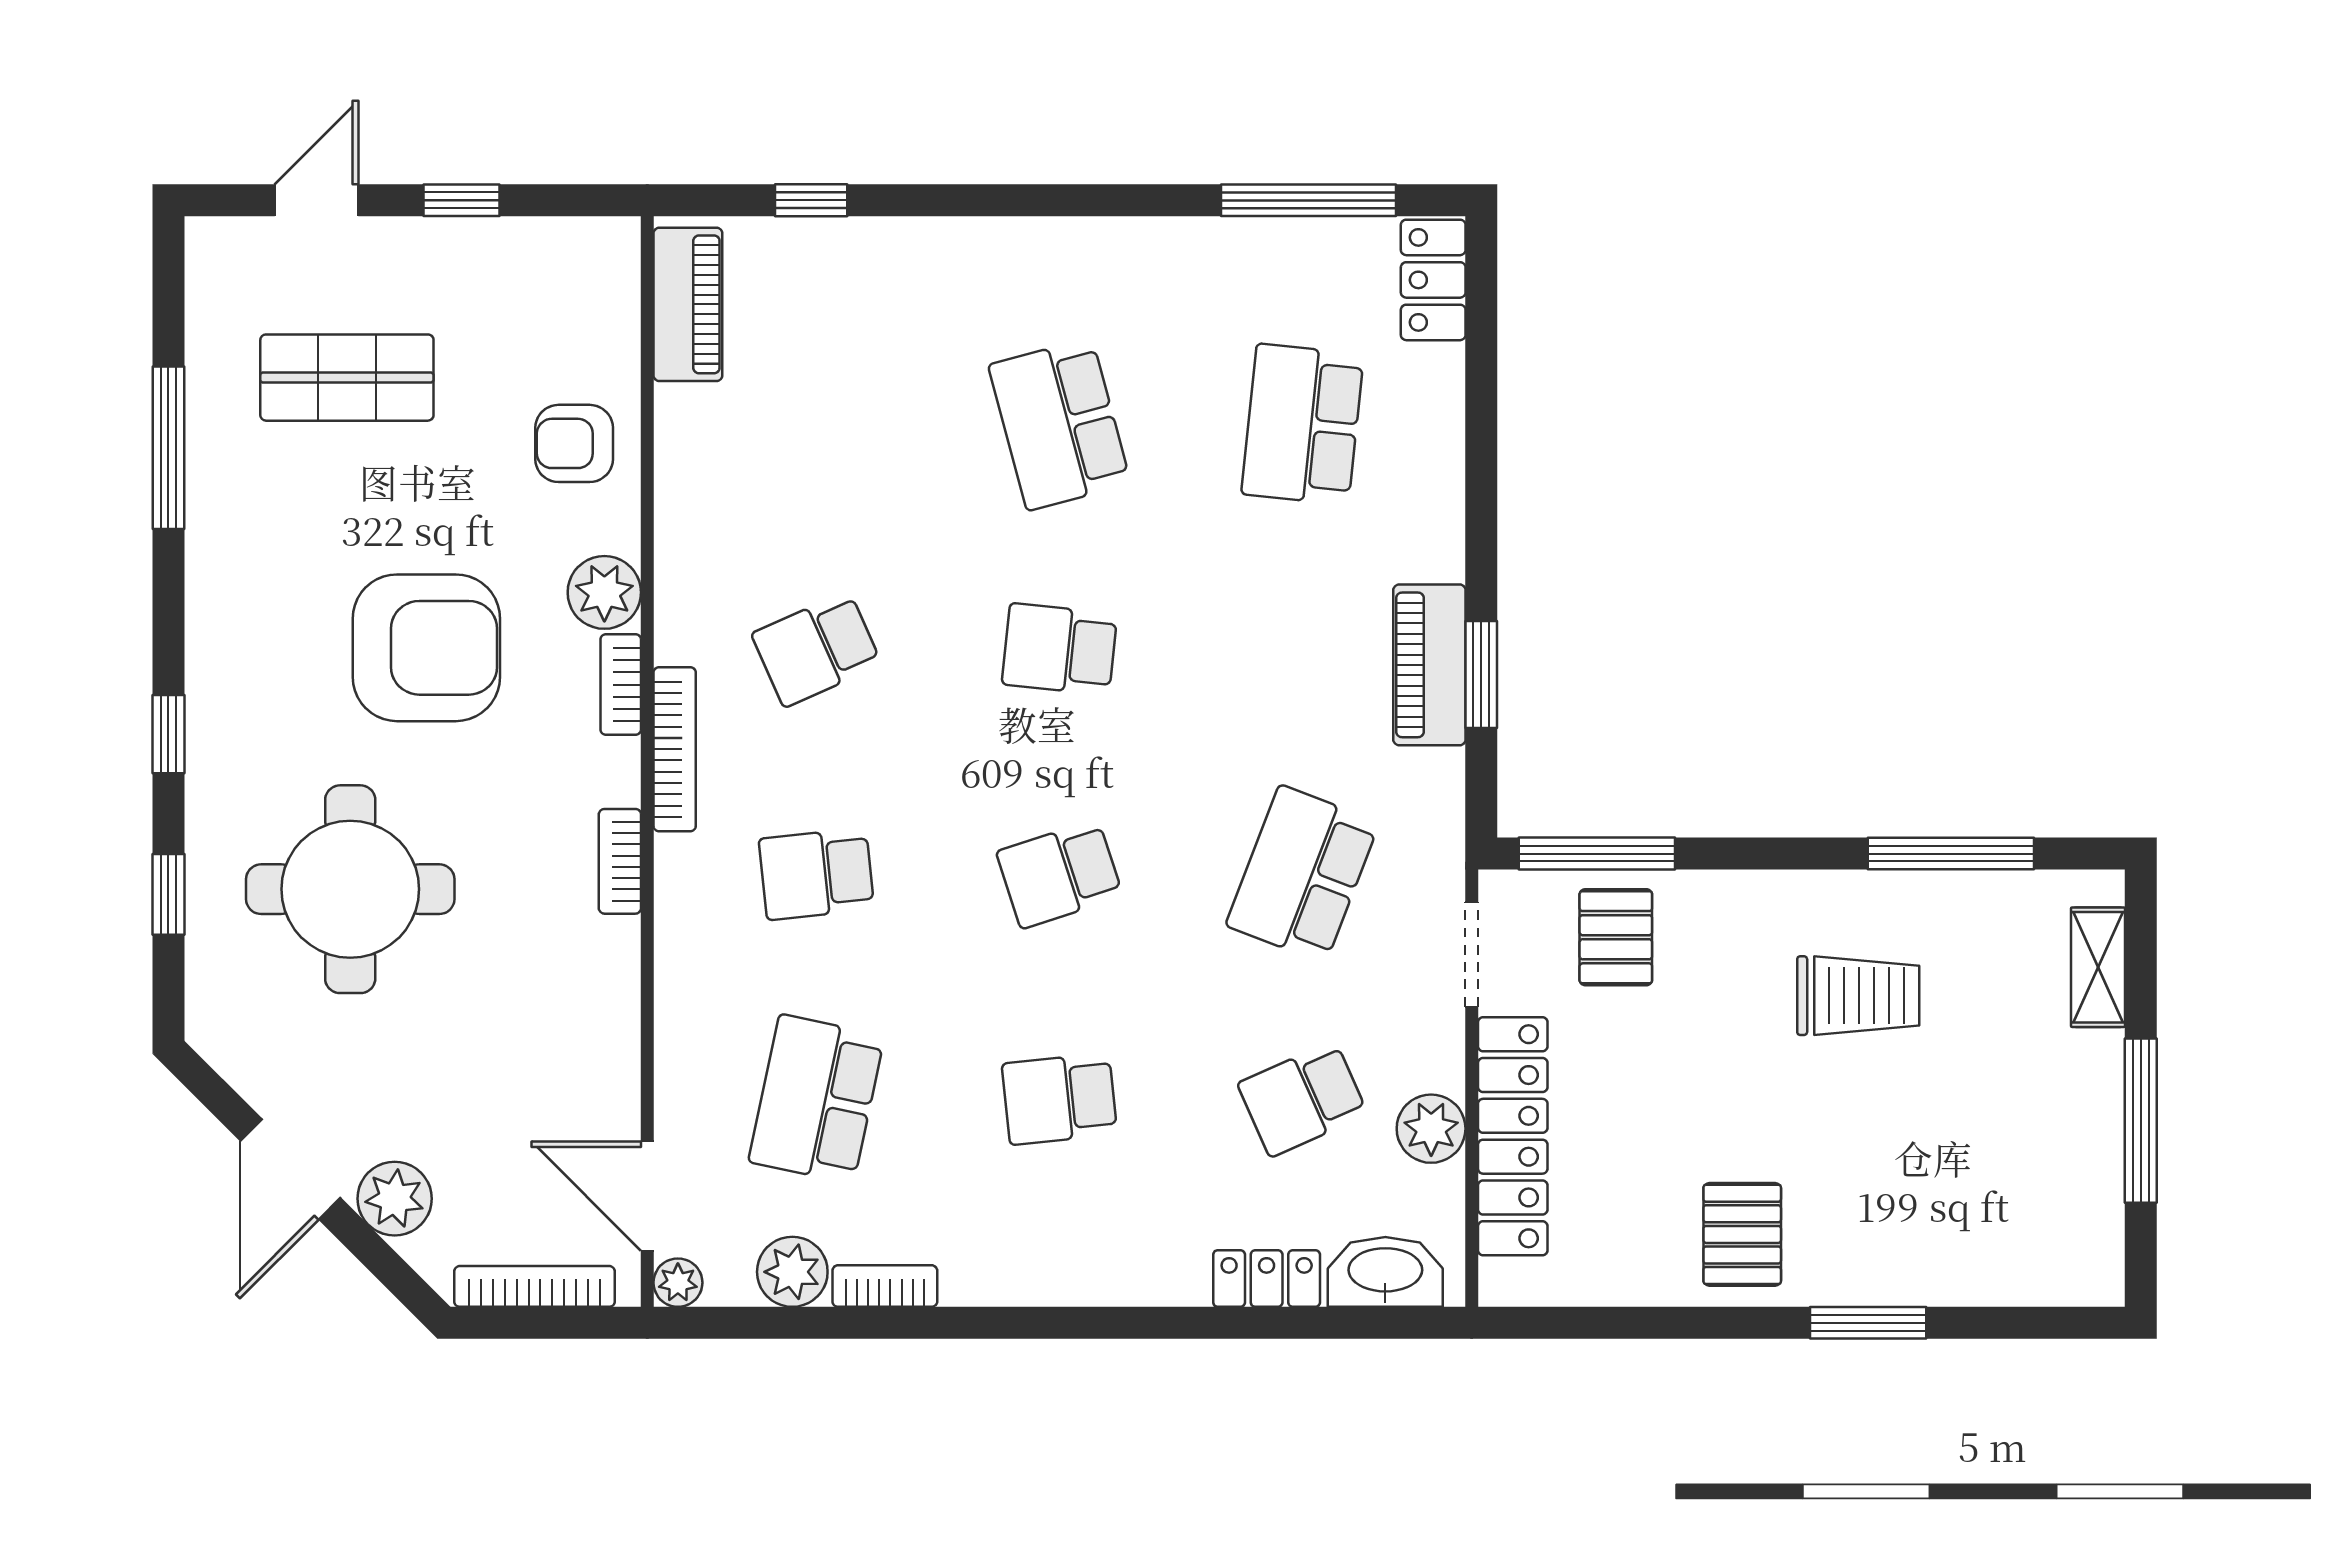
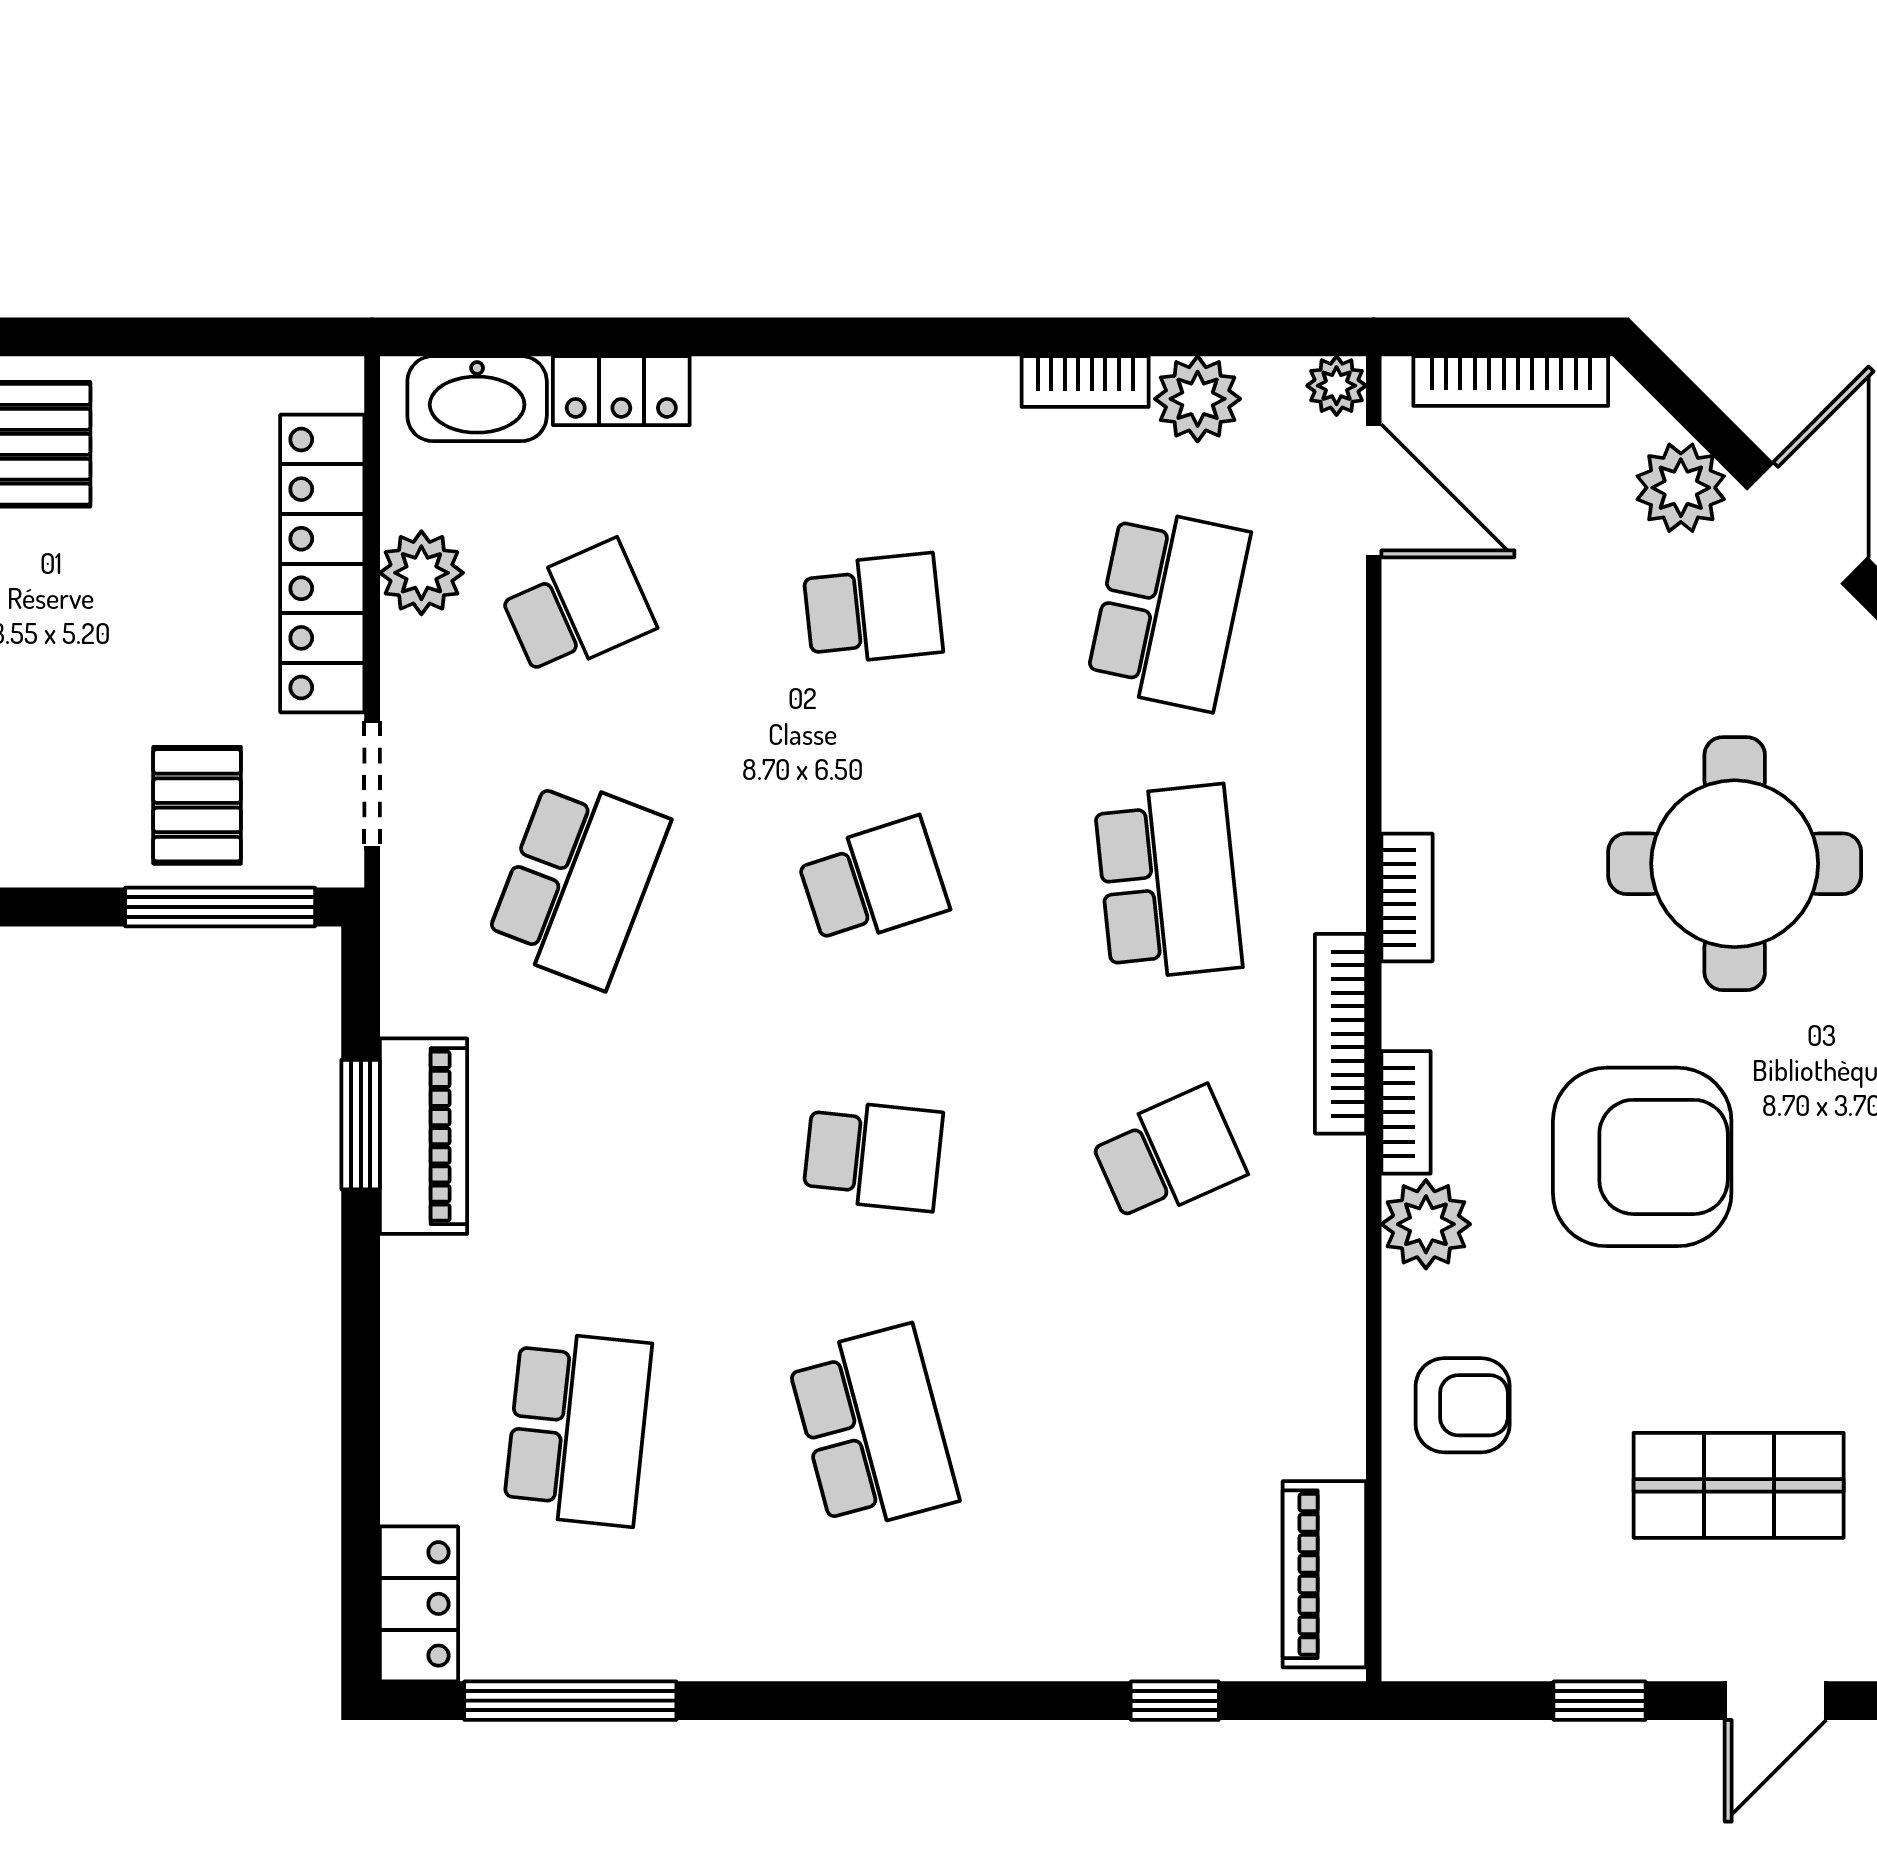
armchair: (426, 648) -> (1642, 1157), turned 180
school desk: (816, 874) -> (1168, 882), width x1.85

